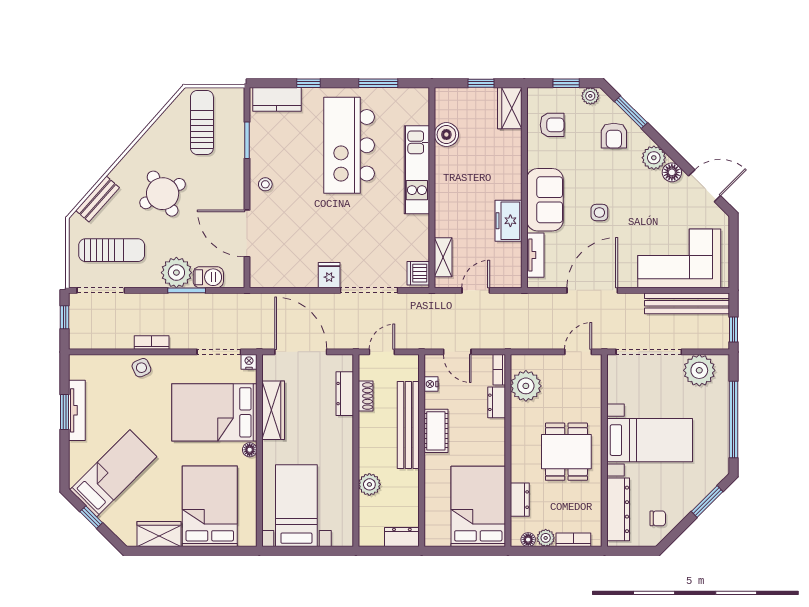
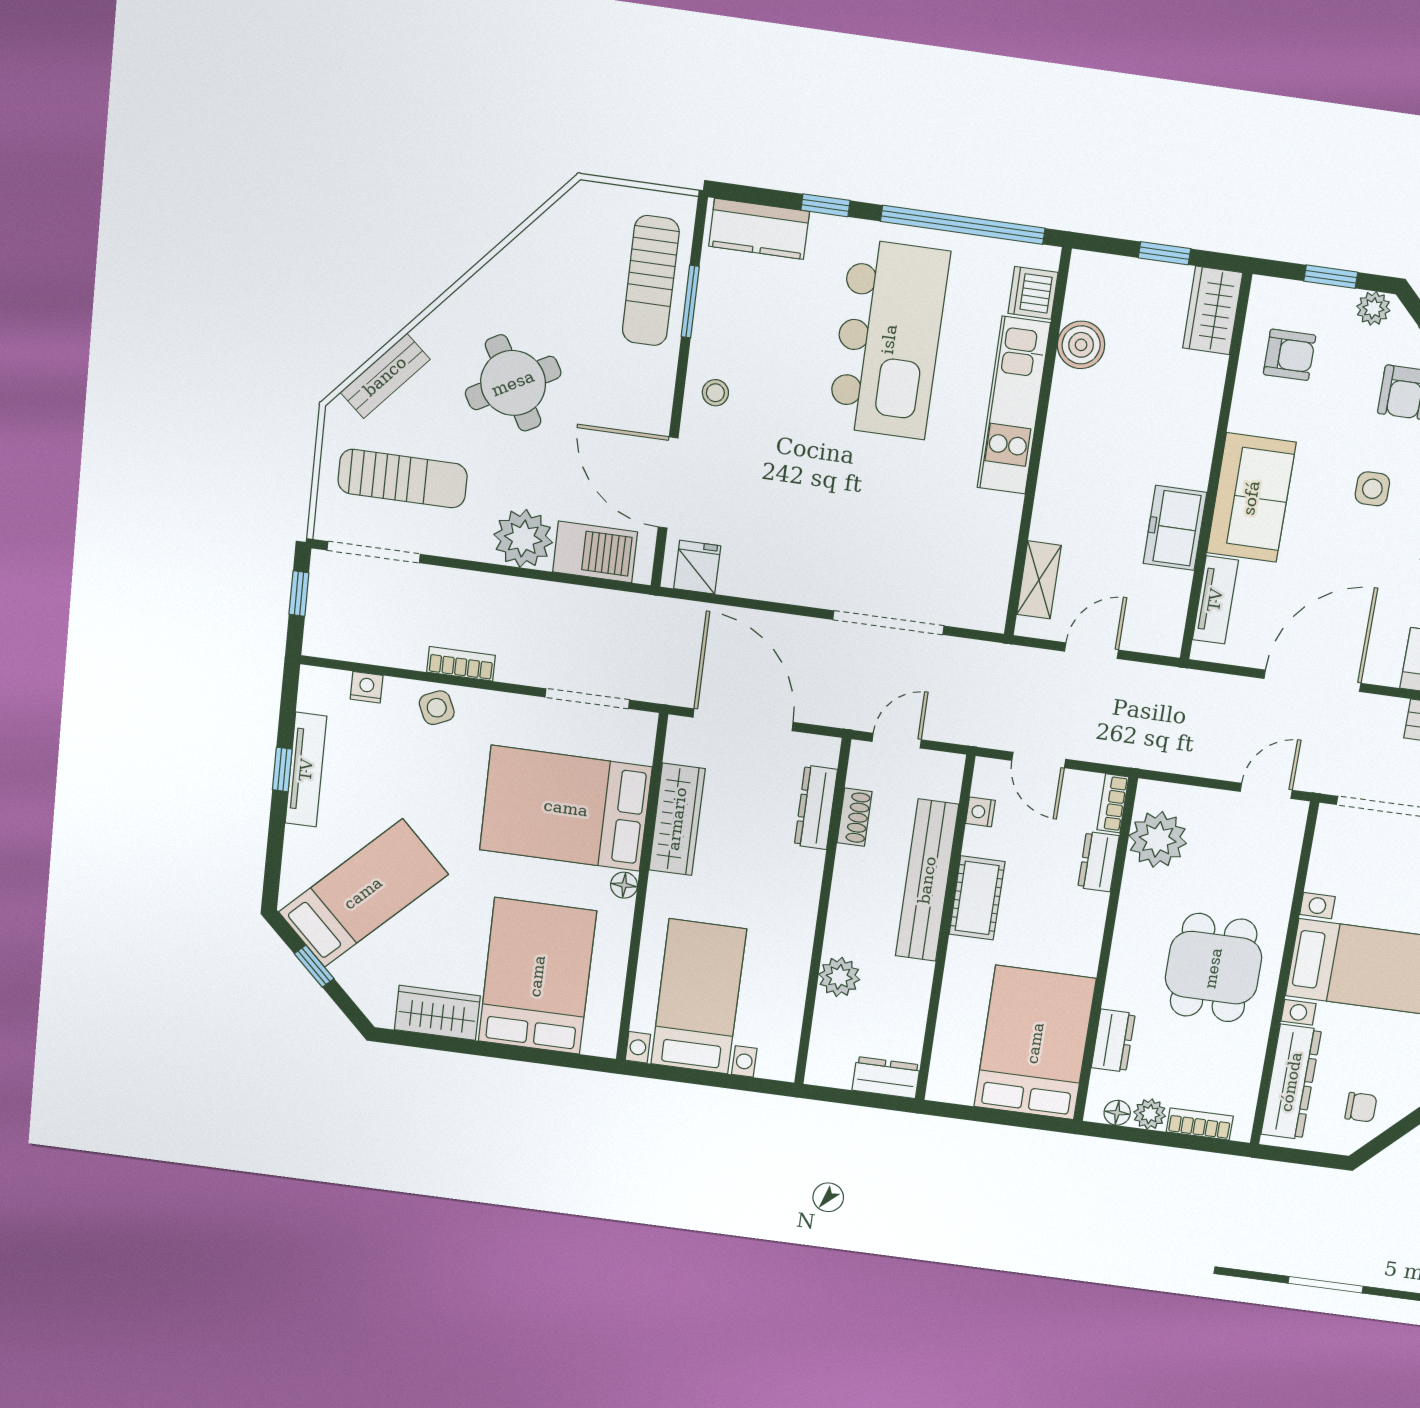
window: (378, 83) -> (963, 225), width x2.11
sun lounger: (202, 122) -> (651, 281), moved, turned 180
kitchen island: (349, 145) -> (889, 339), turned 180
side table: (599, 213) -> (1372, 489), moved
dishwasher: (418, 273) -> (1033, 293), moved
fridge: (329, 275) -> (697, 567), moved
barbecue: (208, 277) -> (595, 552), width x1.38, depth x1.27
window: (187, 290) -> (539, 575), removed
nightstand: (249, 362) -> (367, 687), moved
window: (65, 412) -> (282, 769), width x0.67

